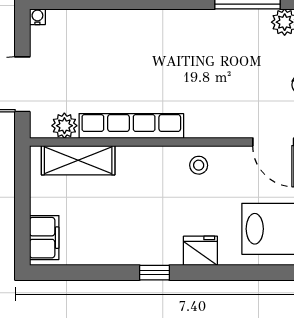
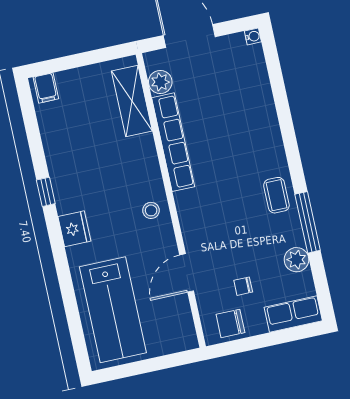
coffee table: (212, 28) -> (276, 195), added
filing cabinet: (44, 238) -> (46, 88), width x0.50

